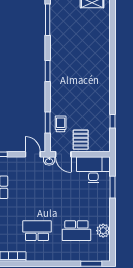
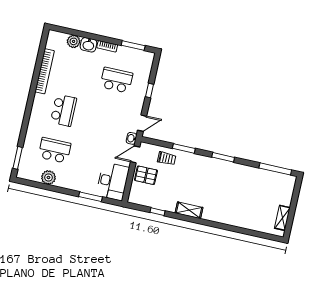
shelving: (104, 92) -> (189, 210), added
window: (48, 122) -> (184, 148), moved
school desk: (76, 231) -> (55, 150), turned 90

